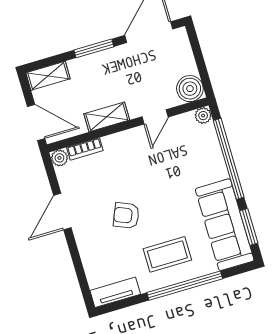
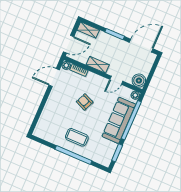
door: (36, 122) -> (69, 44), hinge flipped
door: (62, 212) -> (54, 77), moved
armchair: (126, 216) -> (85, 102), moved
sofa: (225, 225) -> (119, 120), moved
tv unit: (115, 292) -> (44, 135), removed

